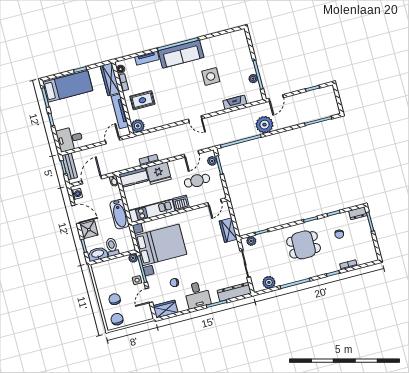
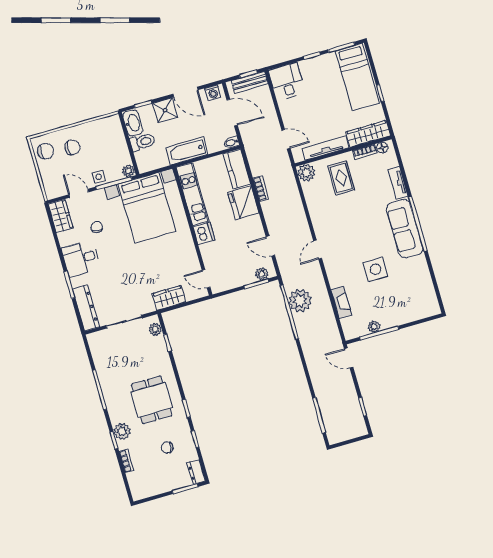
plant: (264, 125) -> (300, 301), moved
cafe table: (197, 181) -> (235, 254), removed
door: (76, 214) -> (185, 92), hinge flipped
plant: (269, 282) -> (122, 431), moved

